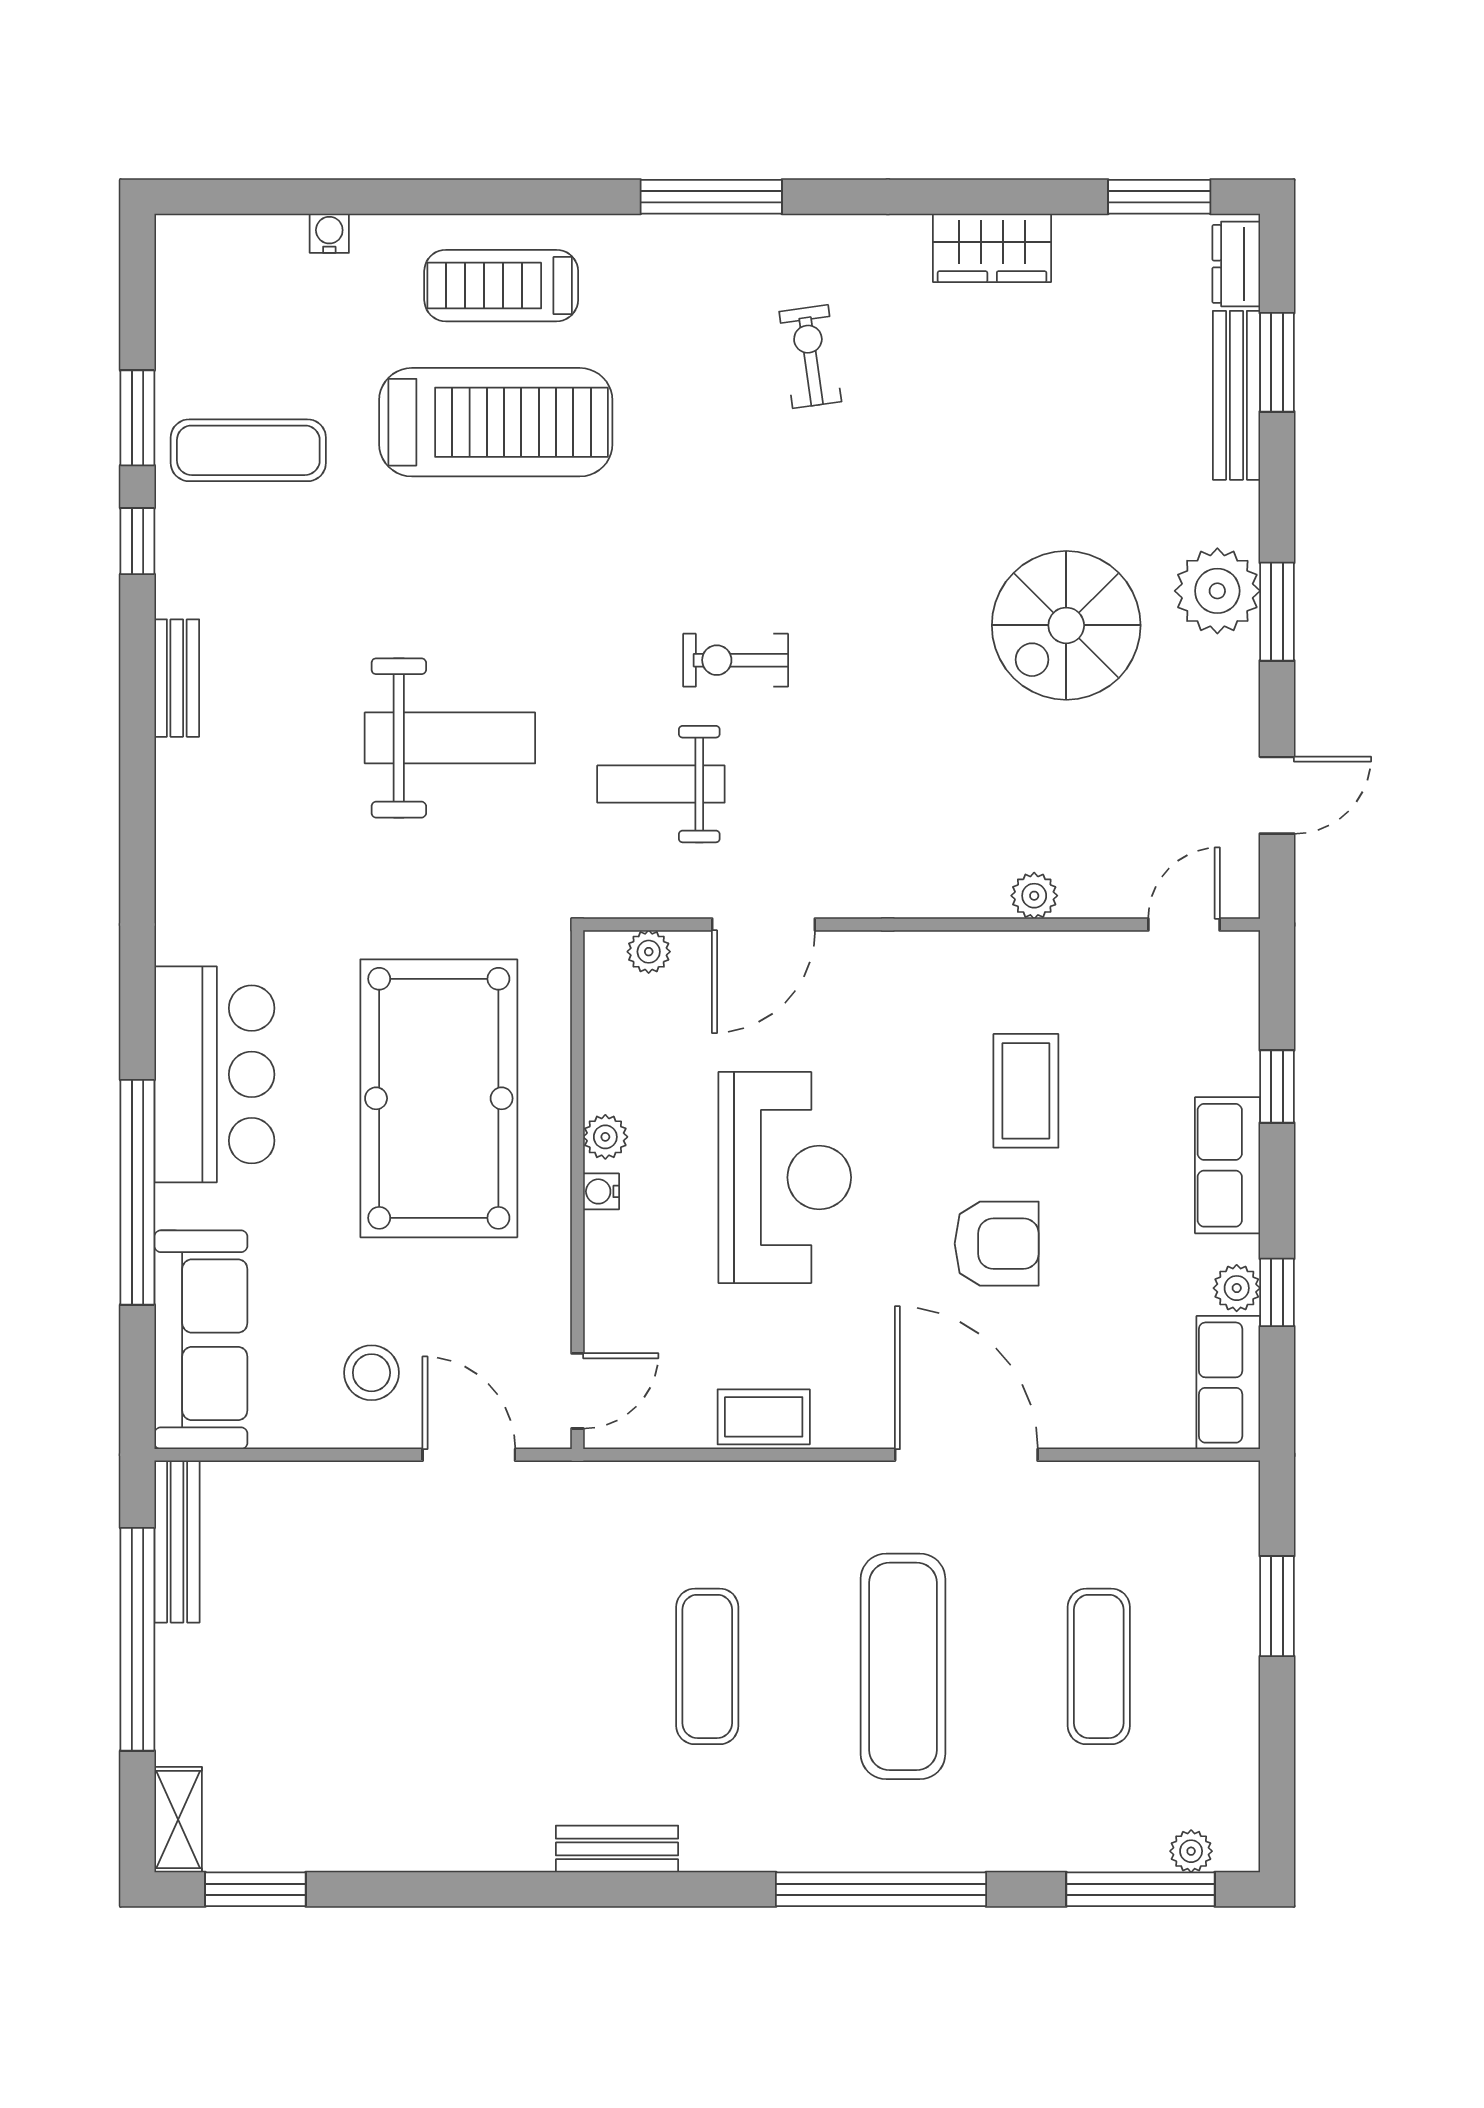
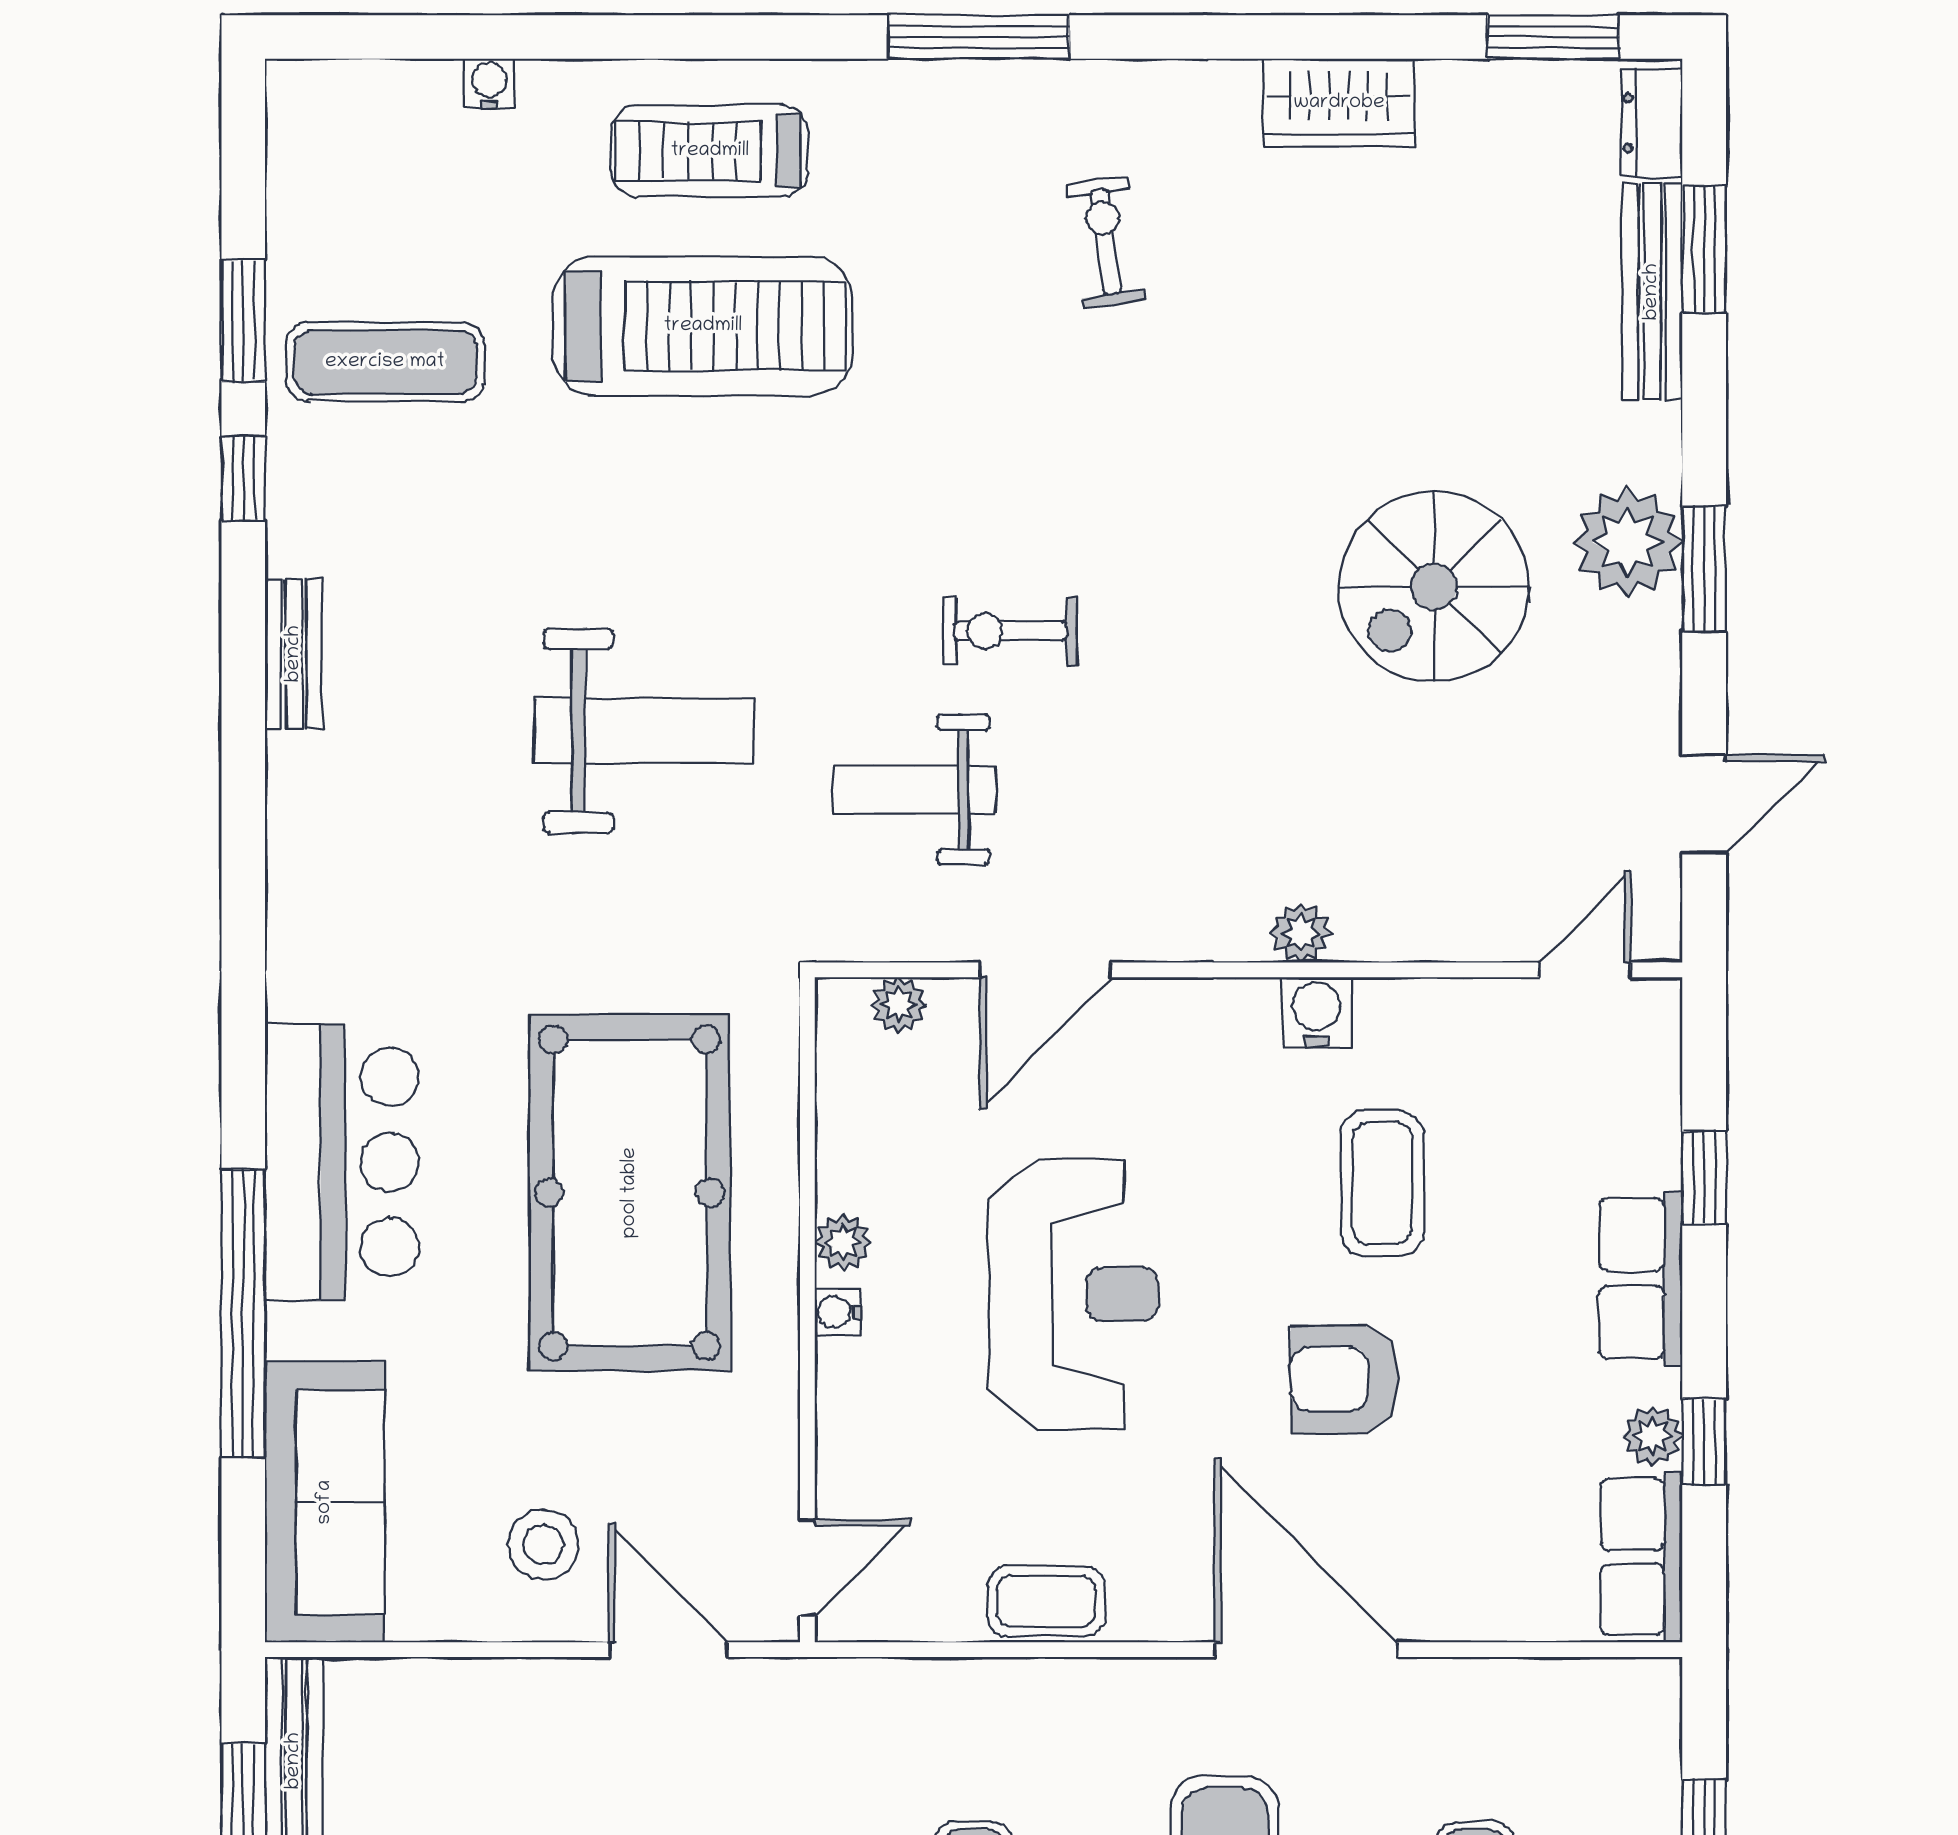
plant: (1034, 896) -> (1301, 933), moved
water cooler: (975, 957) -> (1317, 1012), added
armchair: (997, 1244) -> (1345, 1379), turned 180

